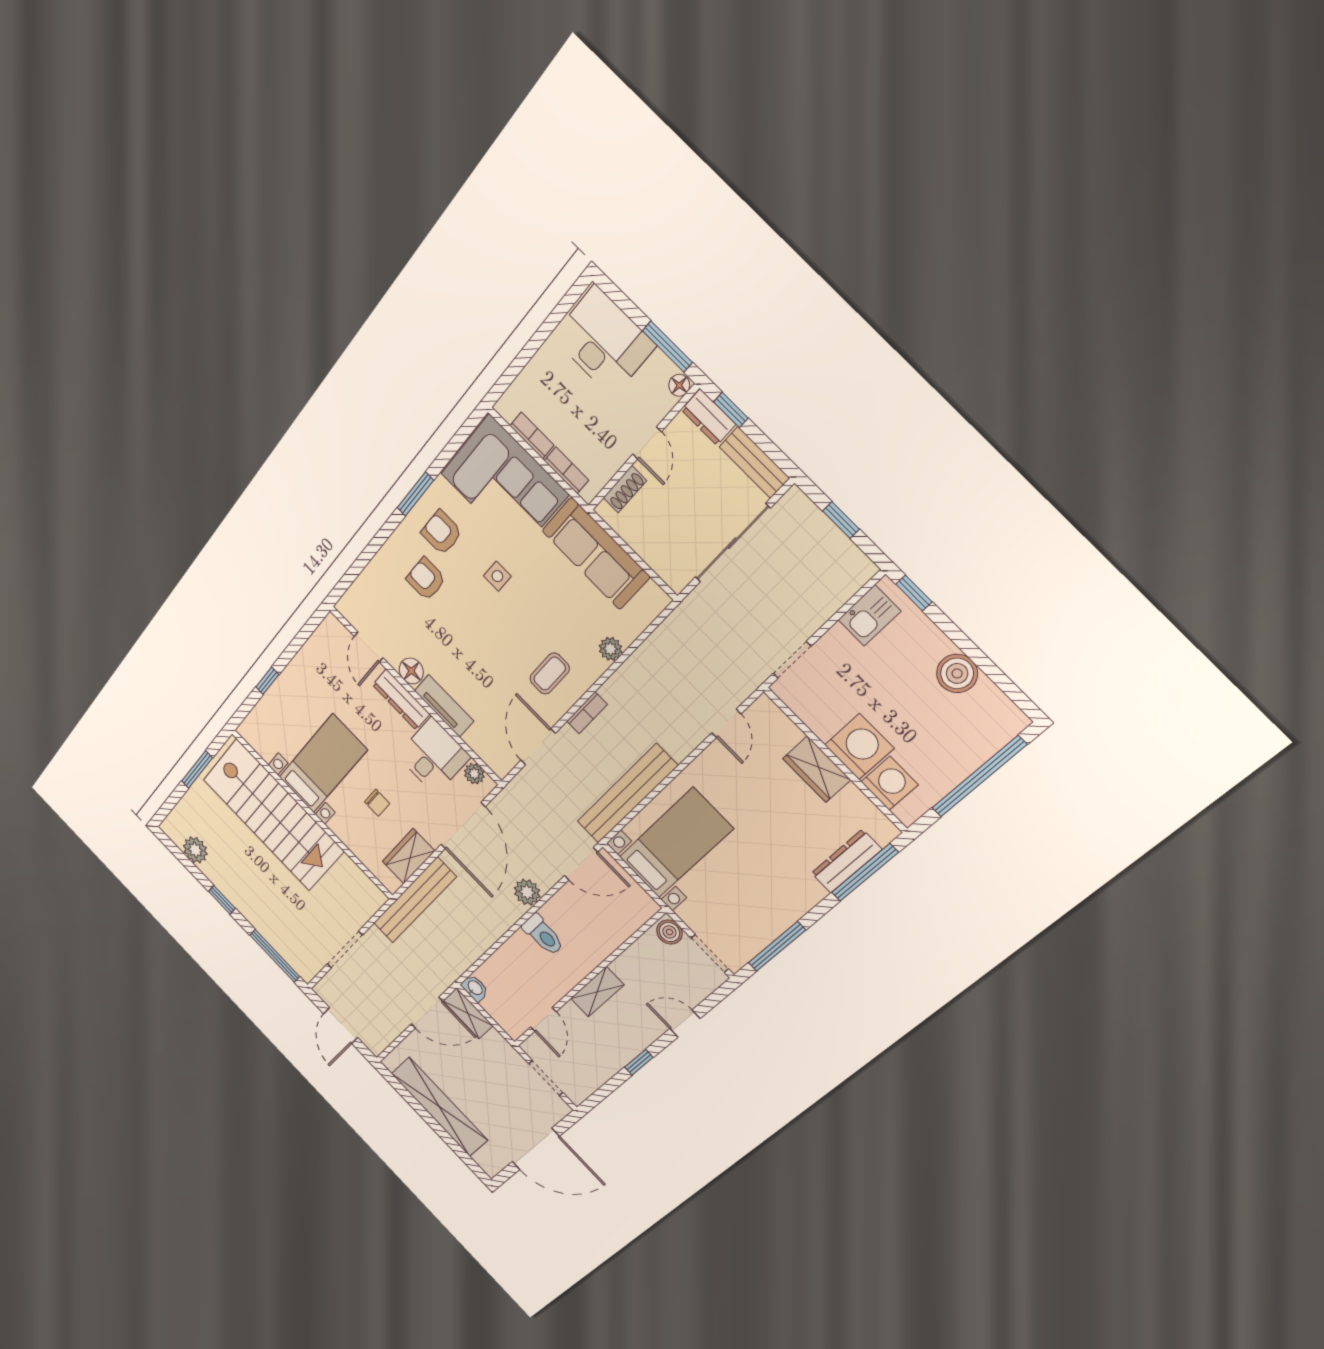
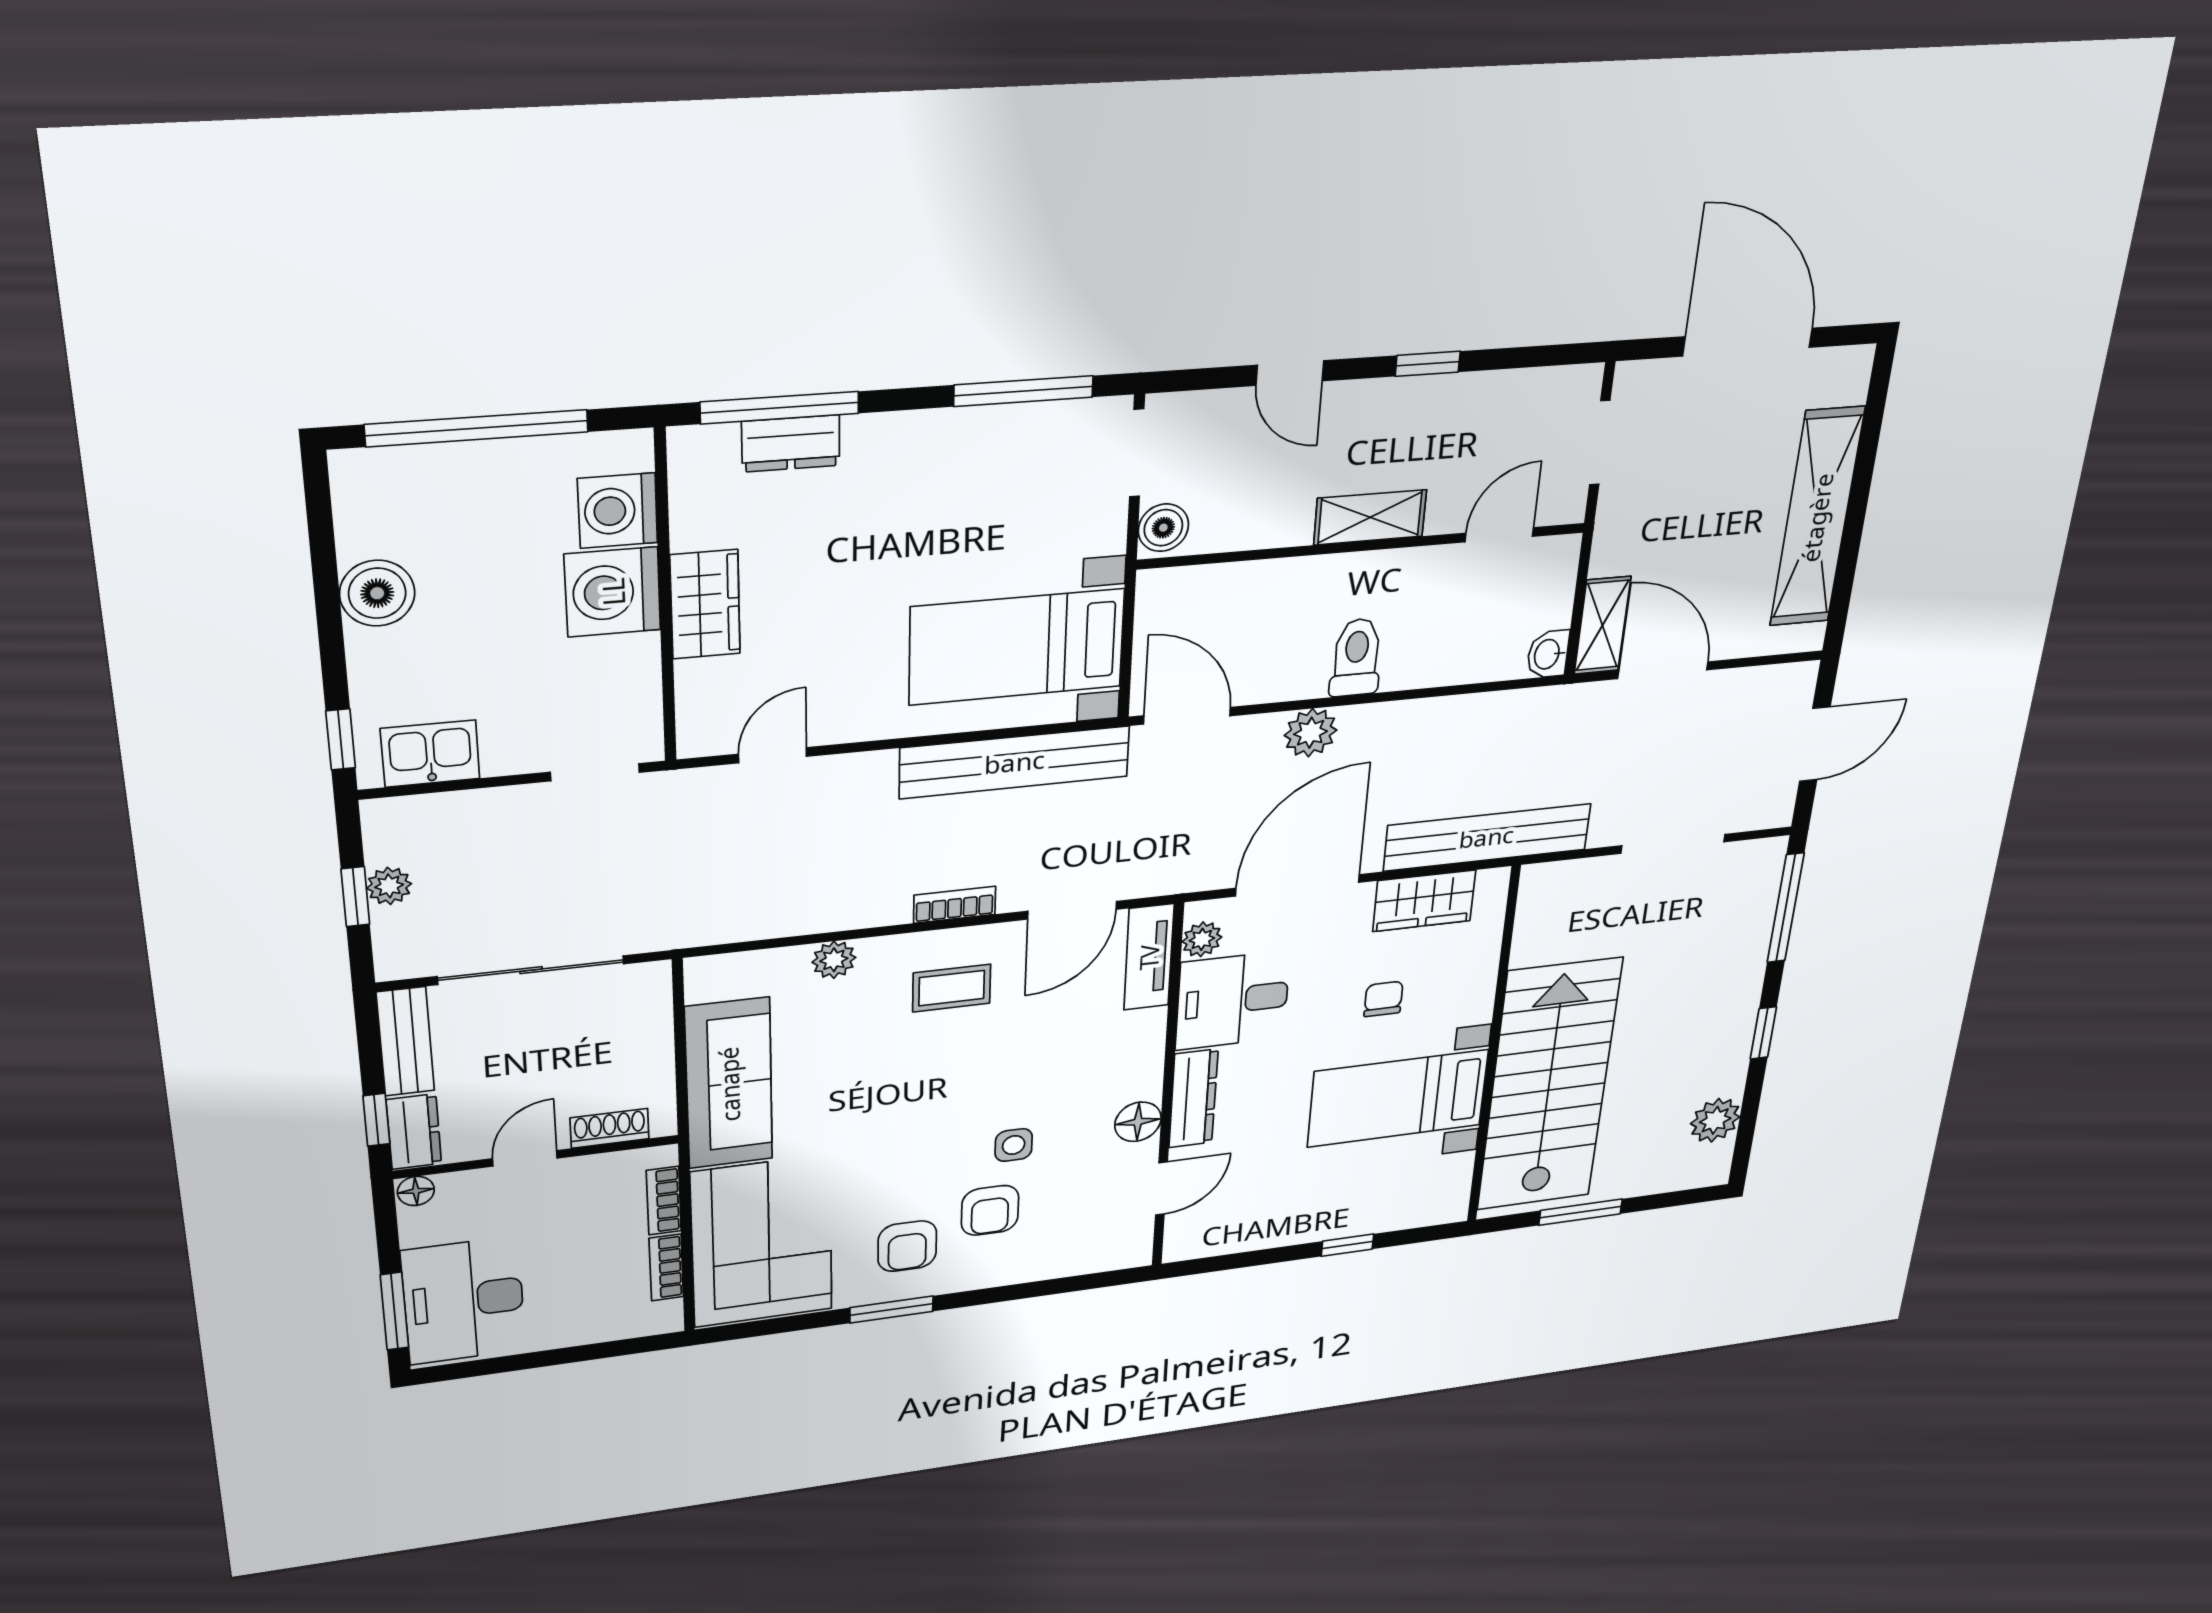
window: (667, 347) -> (394, 1311), moved
plant: (831, 537) -> (389, 886), added
side table: (497, 576) -> (1014, 1145), moved
tv unit: (444, 706) -> (1149, 957), moved
dresser: (846, 861) -> (791, 443), width x0.70

